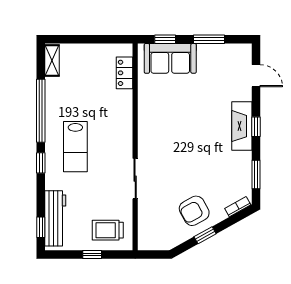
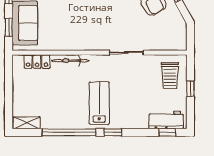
bicycle: (126, 112) -> (70, 61), added
lab bench: (75, 147) -> (99, 103), turned -90
workbench: (55, 218) -> (166, 120), width x0.73

